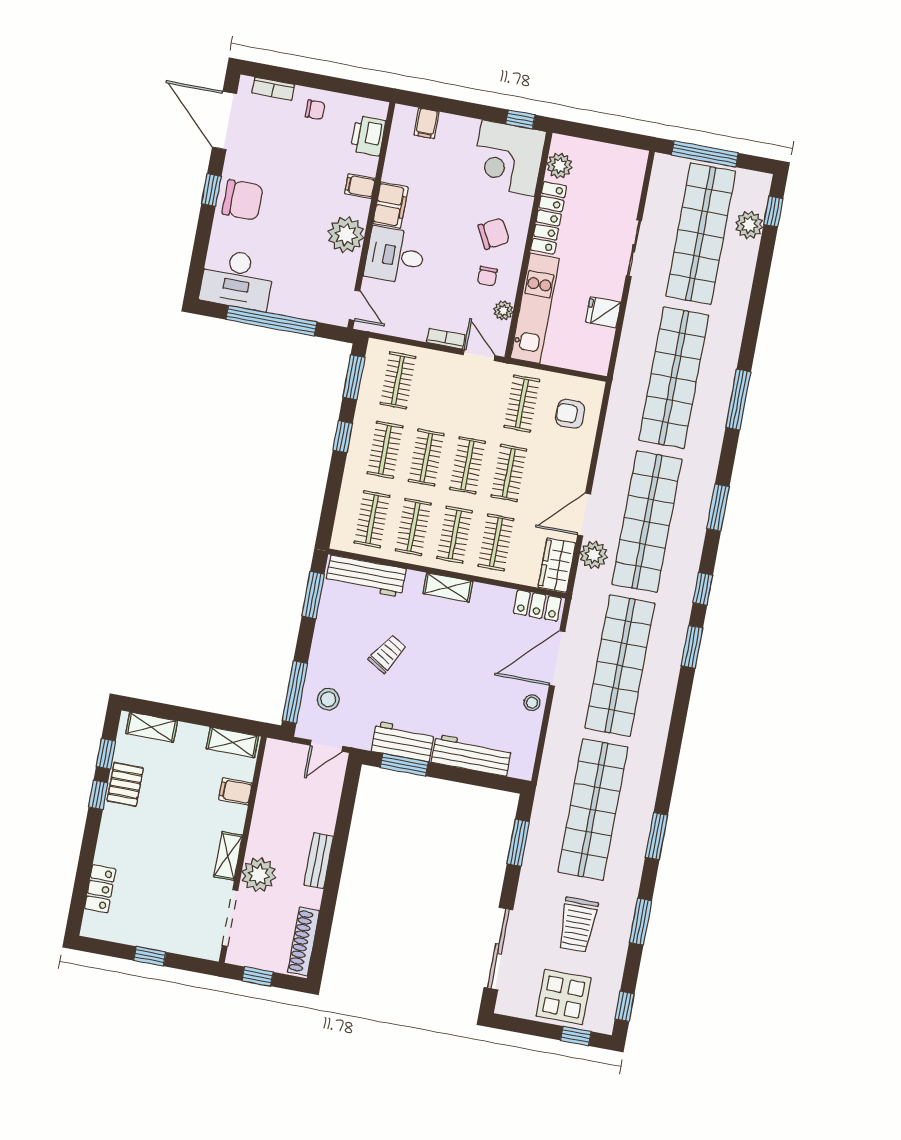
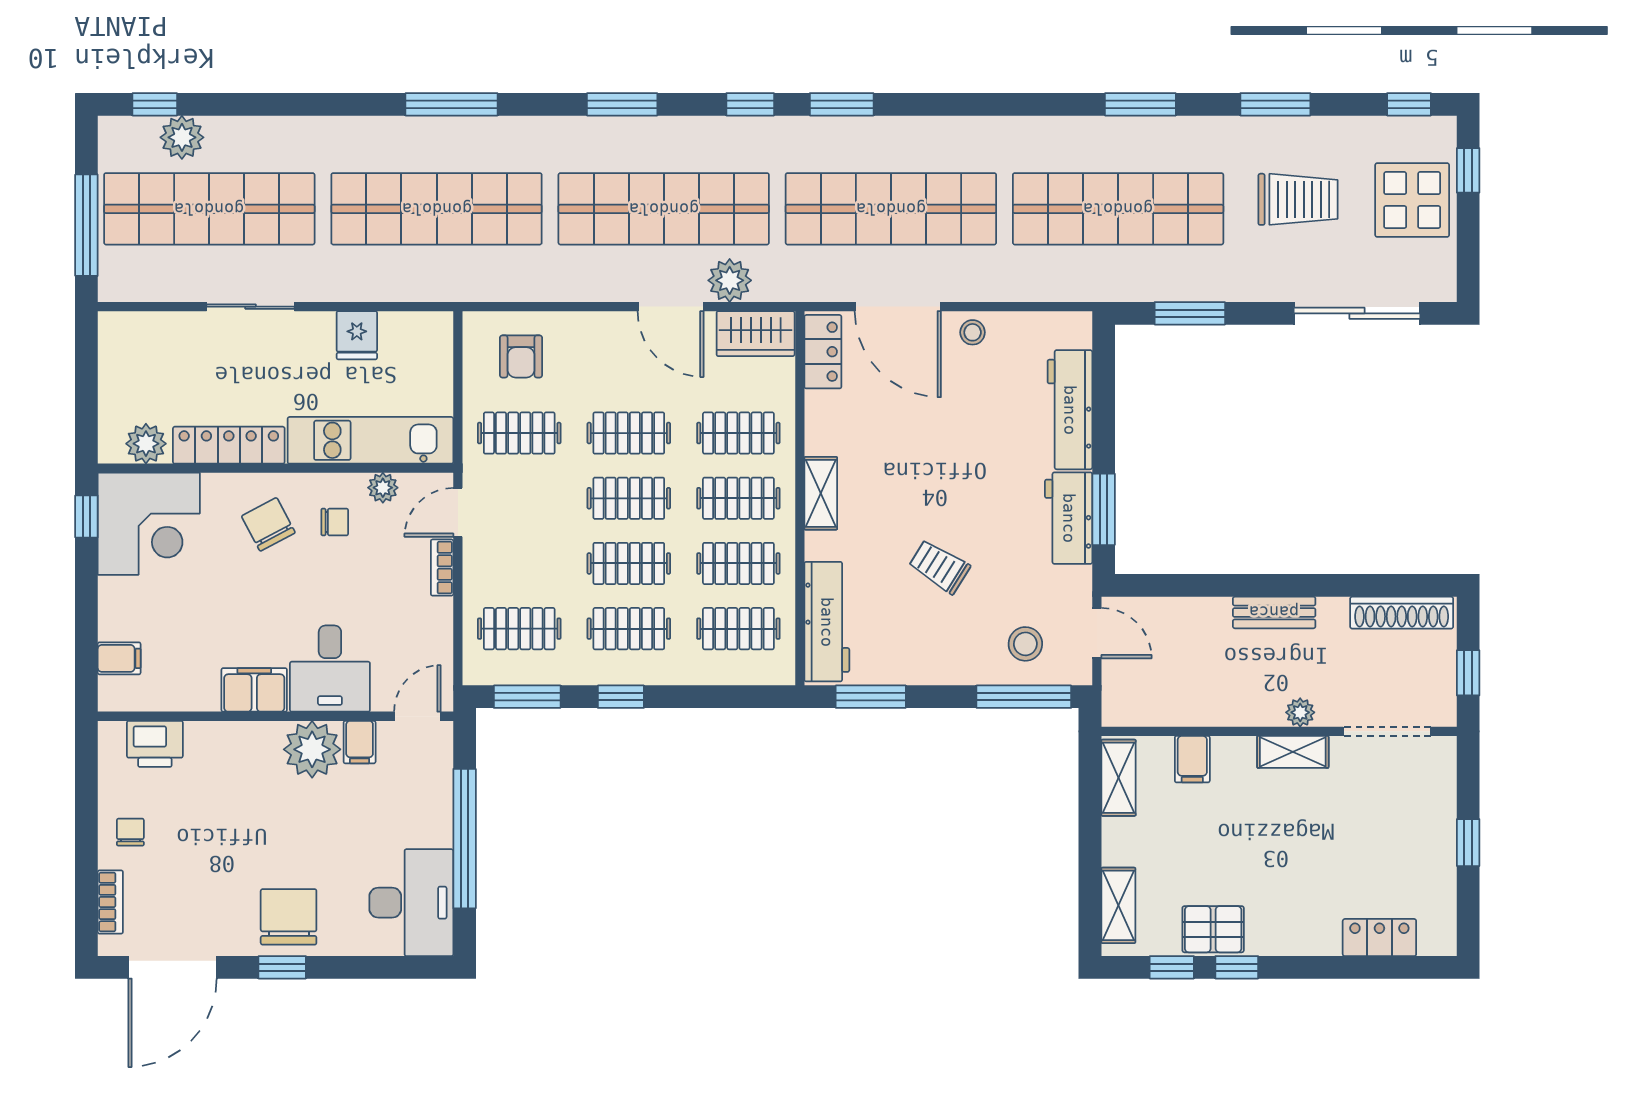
filing cabinet: (360, 186) -> (360, 742), moved
plant: (259, 875) -> (1300, 712), width x0.53, depth x0.53

